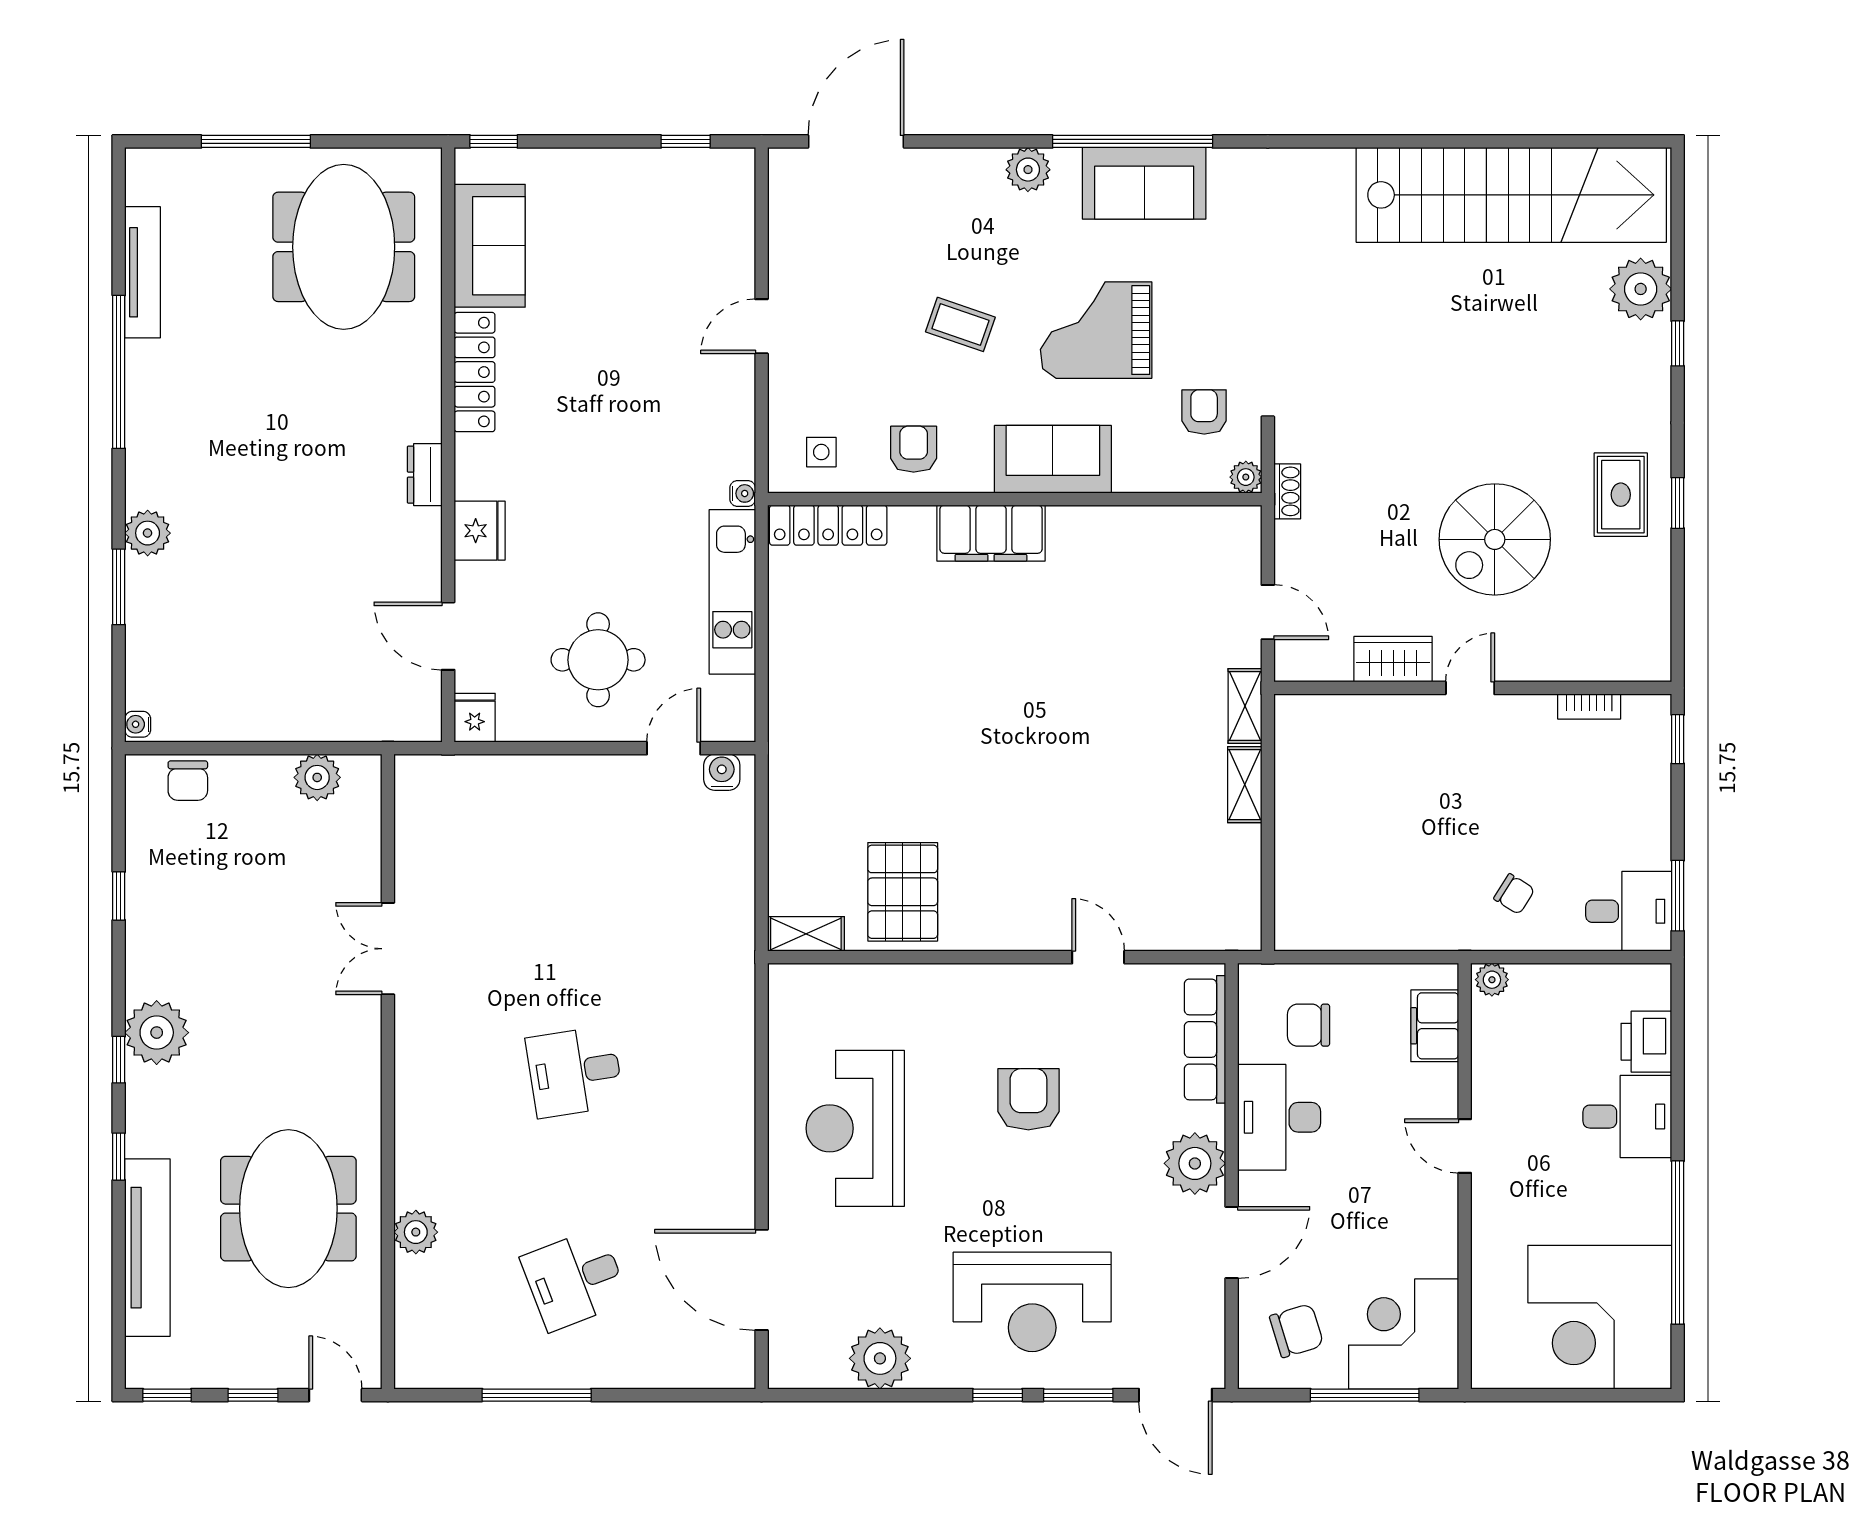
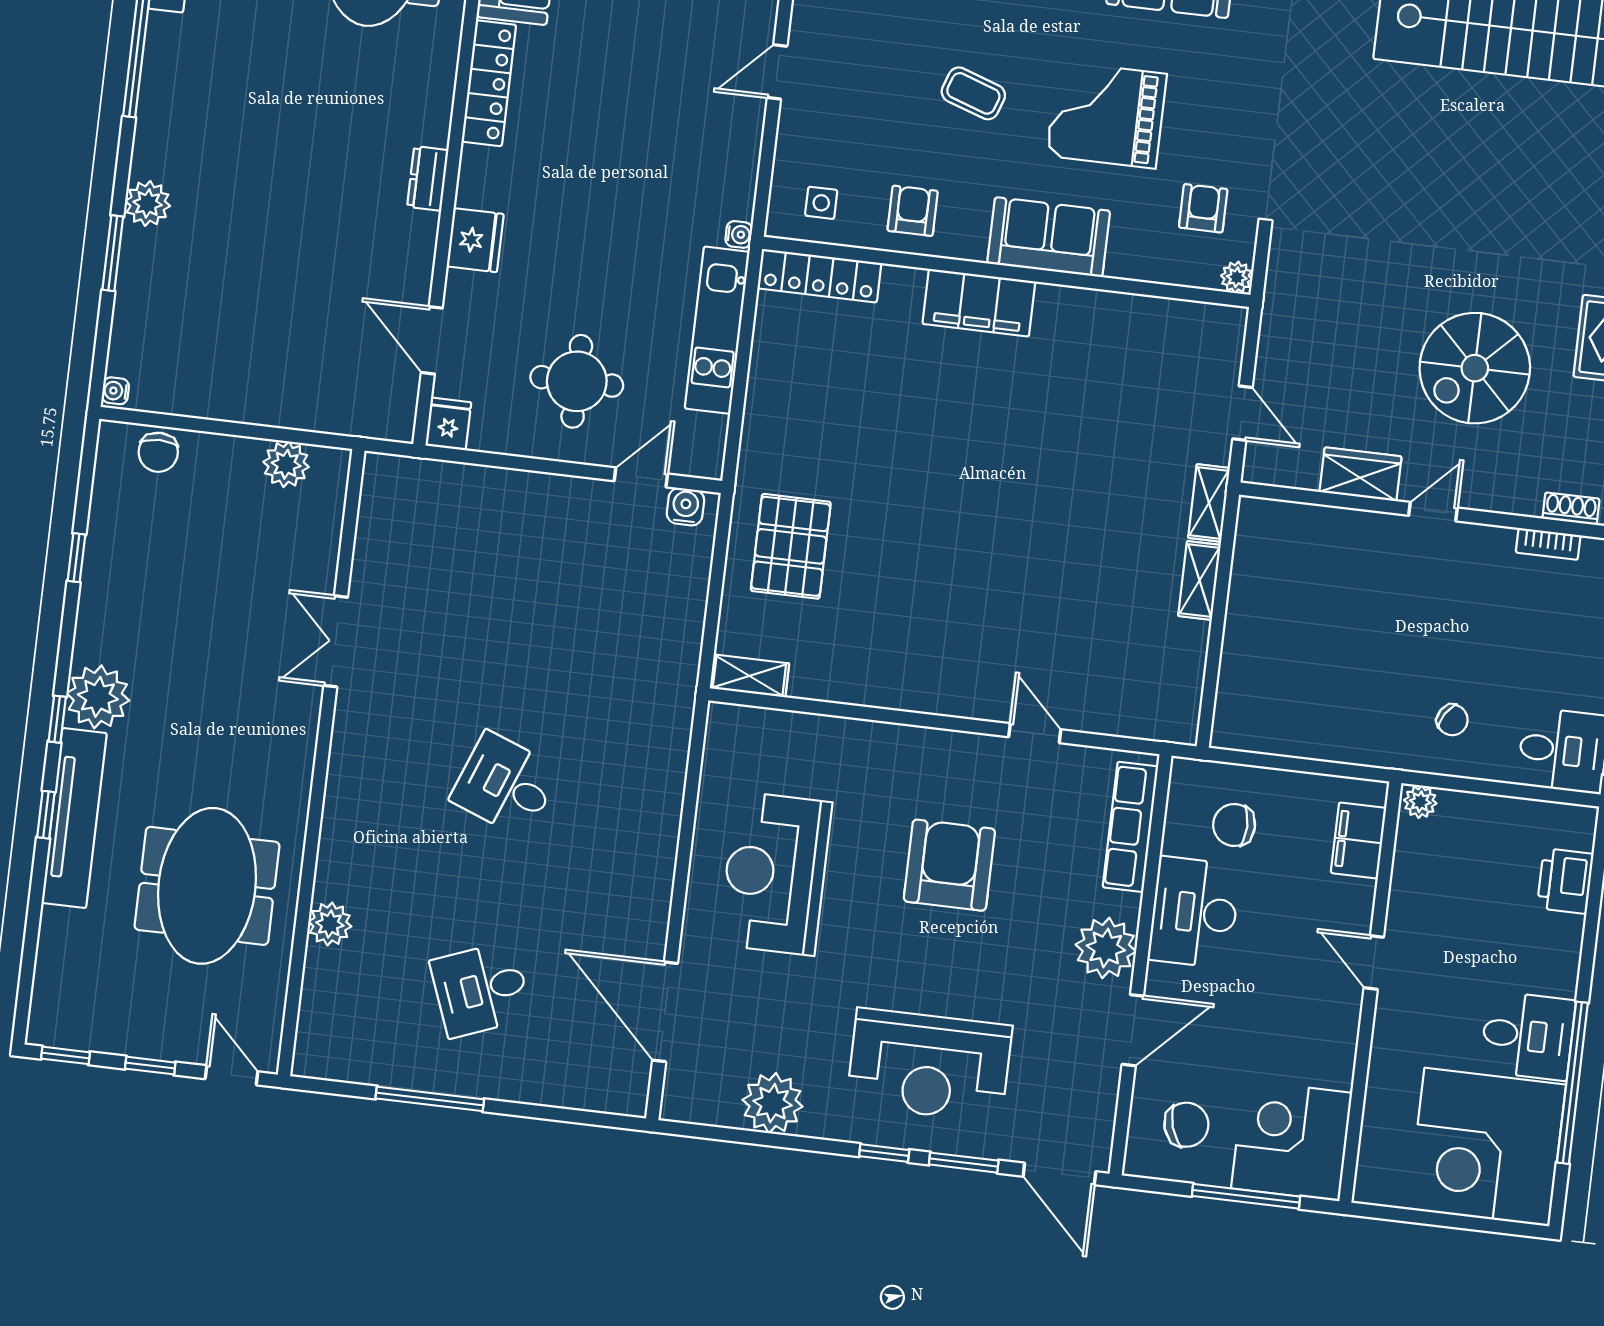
shoe rack: (1287, 491) -> (1571, 509), moved, turned -90
pallet: (903, 892) -> (791, 546), moved
desk: (575, 1072) -> (505, 785), turned 30
armchair: (1028, 1099) -> (949, 865), width x1.36, depth x1.36
desk: (1627, 1117) -> (1528, 1036), moved
tv unit: (147, 1248) -> (74, 818), moved

